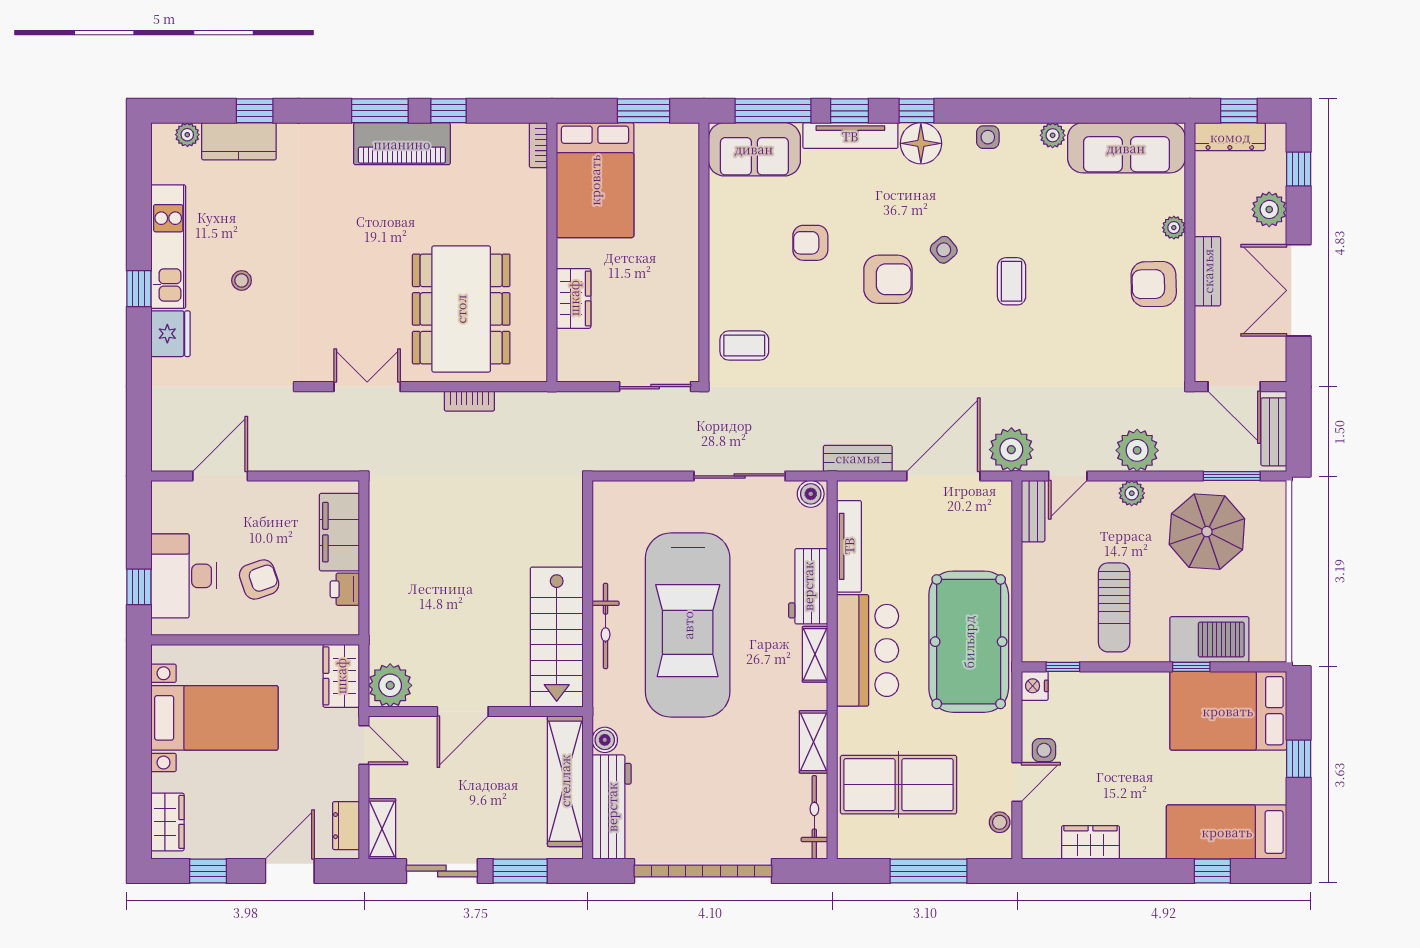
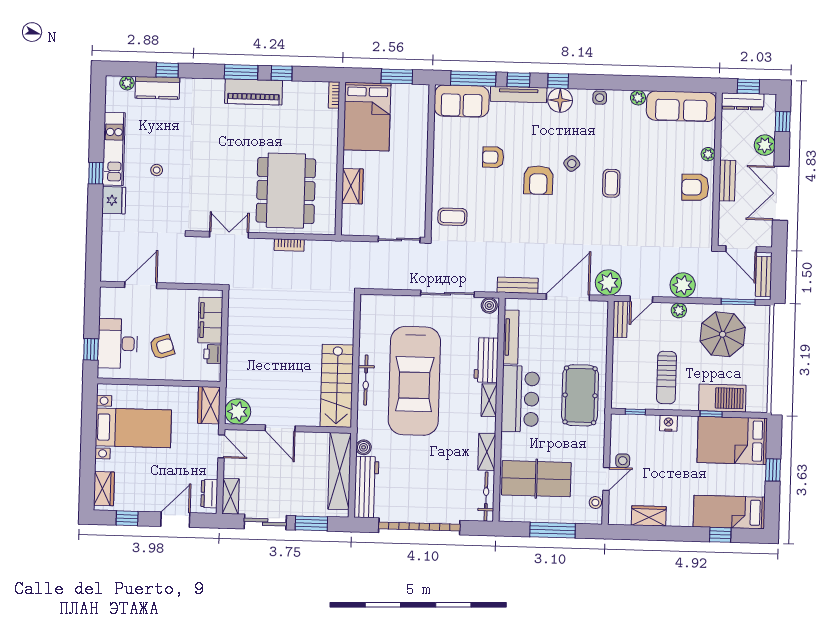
armchair: (888, 279) -> (538, 180), turned 90
pool table: (969, 642) -> (580, 395), width x0.73, depth x0.76
nightstand: (1035, 686) -> (668, 423), moved, turned 90
door: (463, 712) -> (280, 428), hinge flipped

